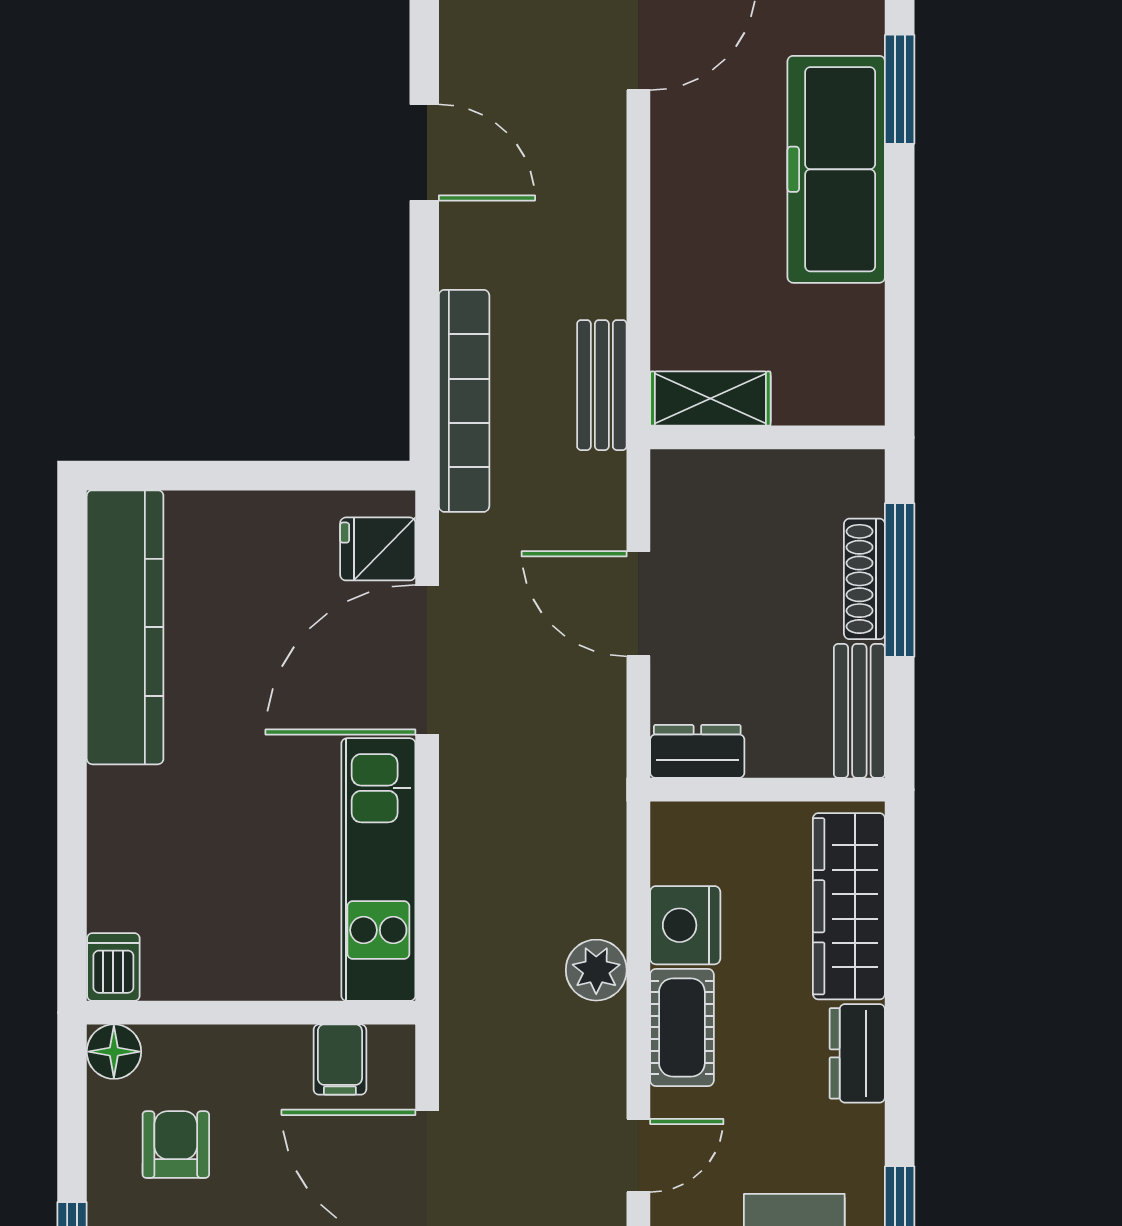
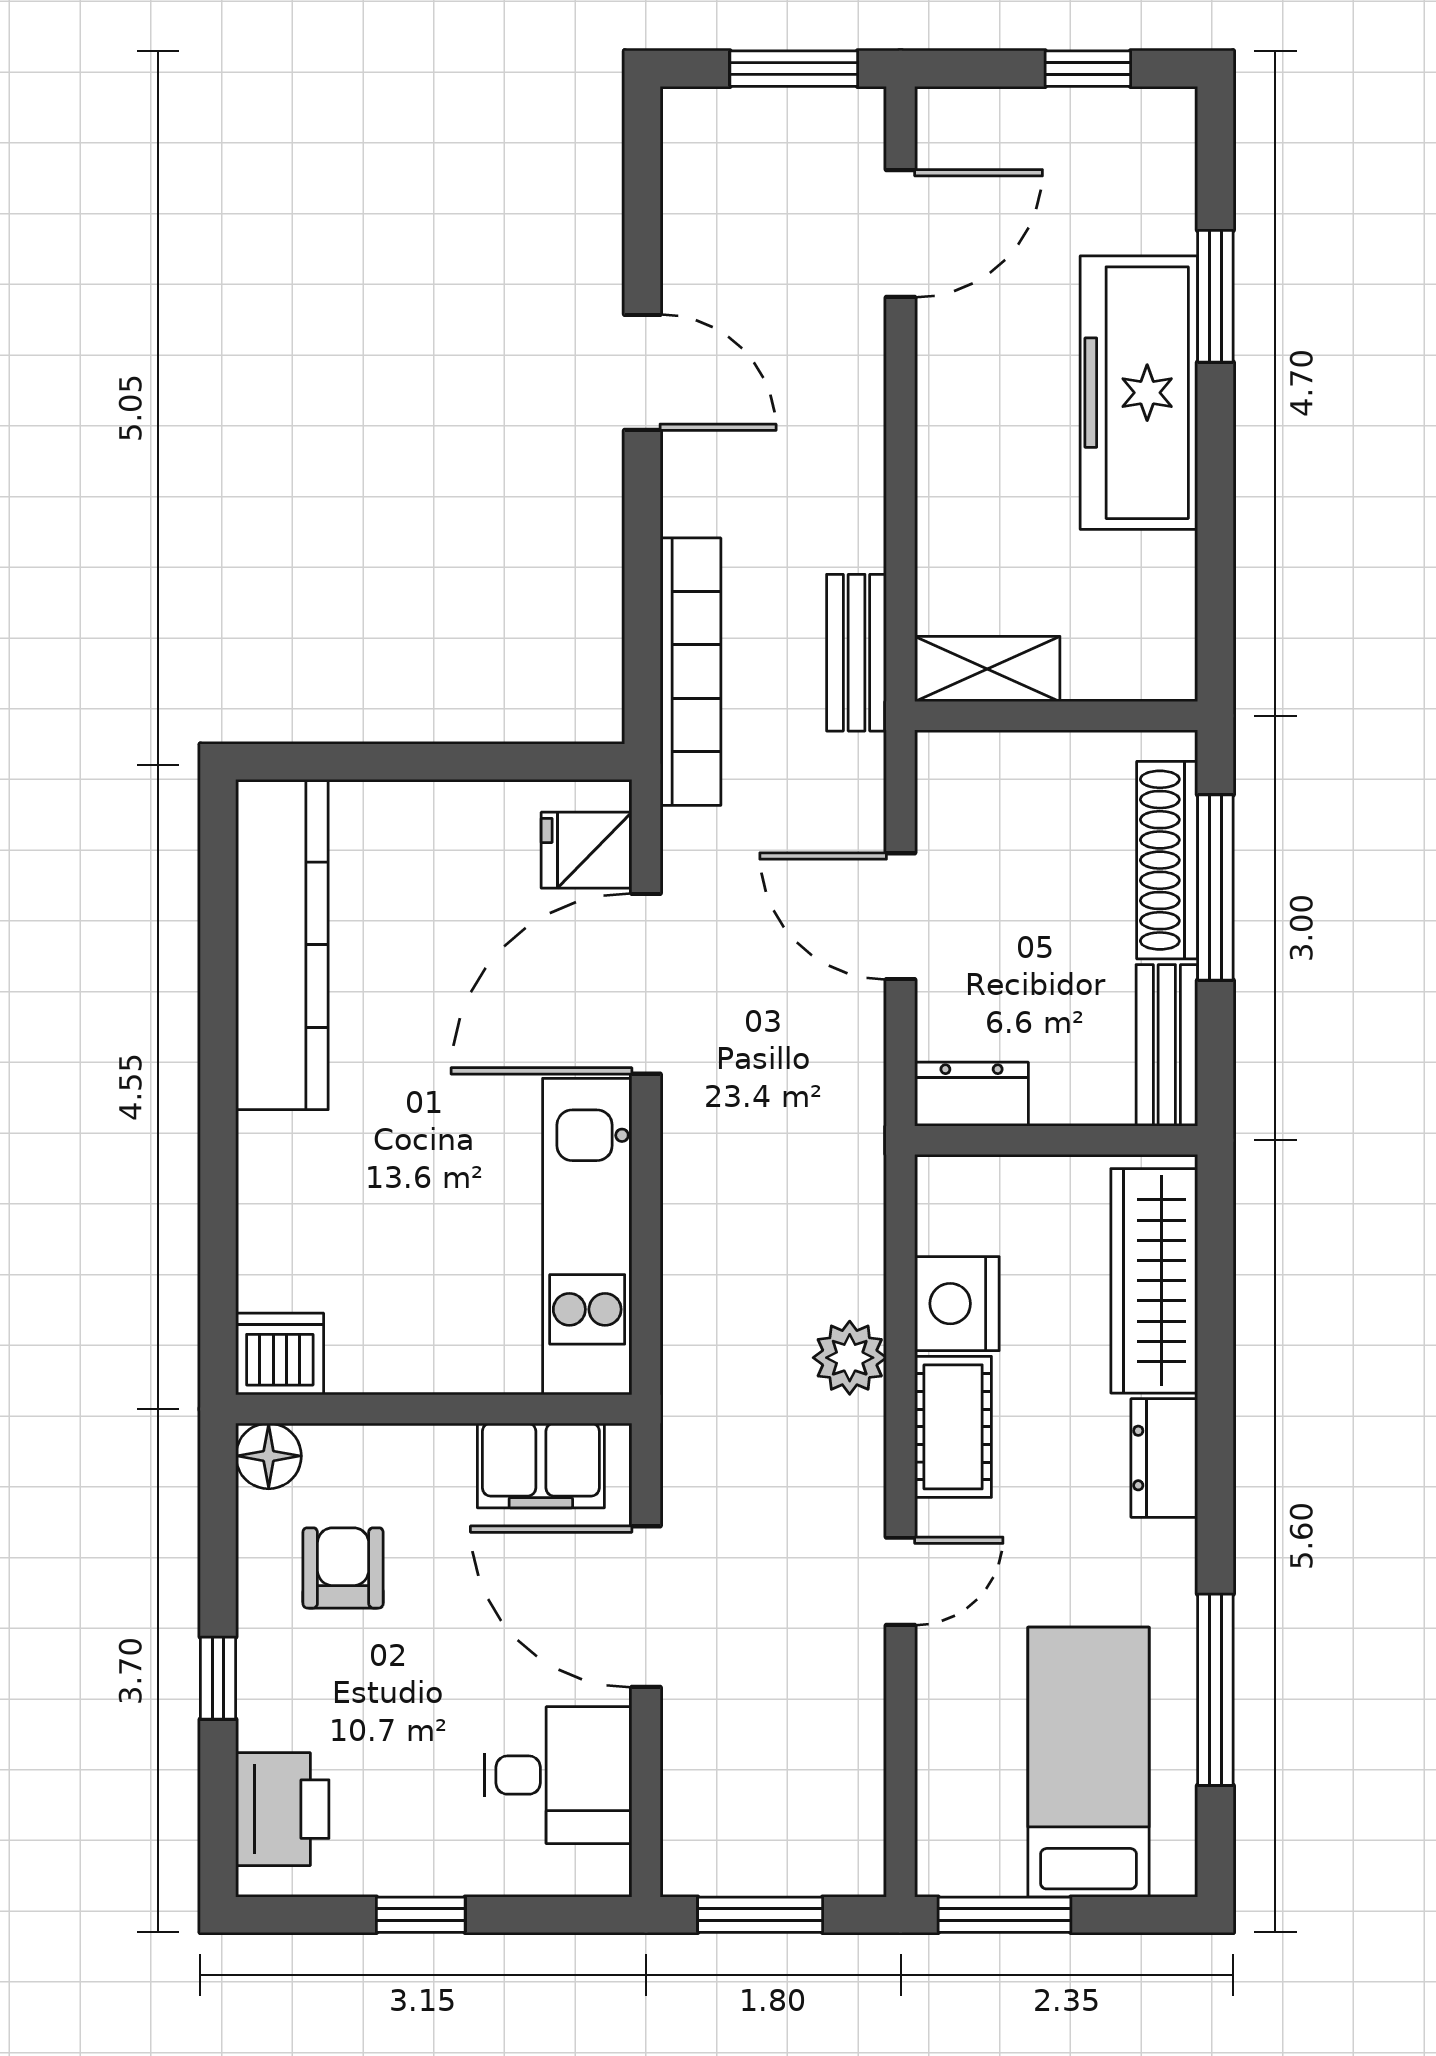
shoe rack: (864, 579) -> (1167, 860), width x1.36, depth x1.24
dishwasher: (113, 967) -> (280, 1354), width x1.38
filing cabinet: (340, 1060) -> (541, 1466), width x2.00

